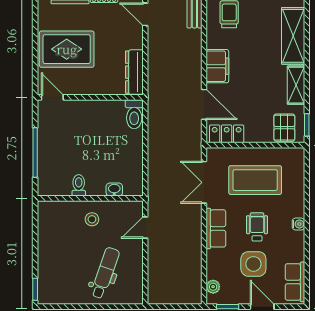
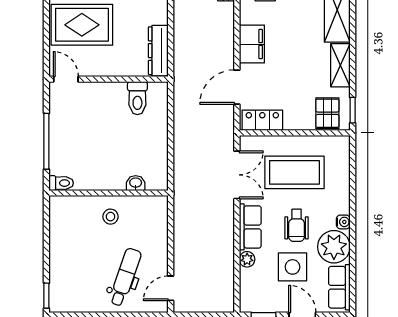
door: (204, 104) -> (237, 87), swing flipped
toilet: (134, 114) -> (137, 98), moved
double door: (204, 182) -> (237, 175), swing flipped
toilet: (79, 185) -> (61, 183), moved, turned 90
door: (145, 227) -> (171, 288), moved
wheelchair: (257, 227) -> (297, 225), turned 180
plant: (290, 246) -> (334, 247), added
plant: (213, 287) -> (247, 259), moved

